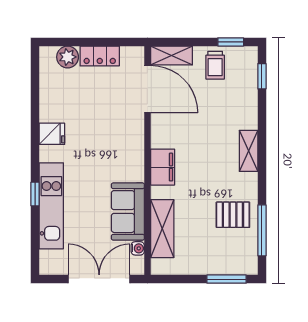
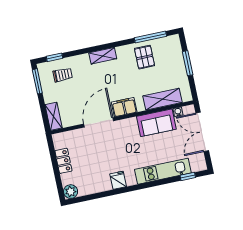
window: (231, 42) -> (37, 81), width x1.50
plant: (68, 57) -> (71, 192), moved
trolley: (215, 65) -> (63, 75), moved
door: (147, 89) -> (99, 122), moved
window: (35, 194) -> (188, 176), moved
window: (227, 279) -> (188, 63), moved

